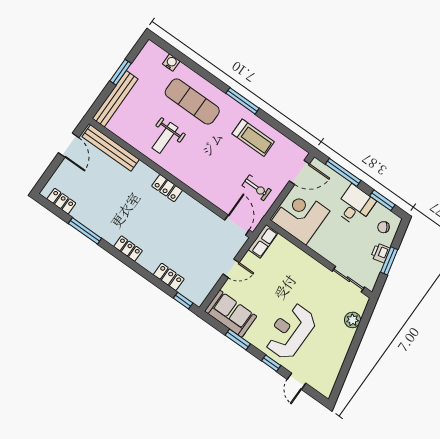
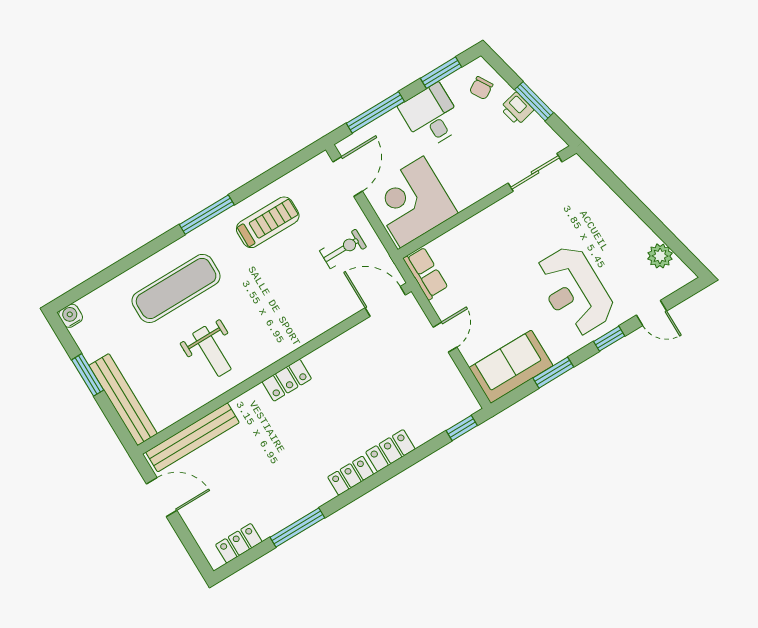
water cooler: (171, 63) -> (71, 316), moved
locker: (169, 277) -> (390, 451), moved
plant: (353, 320) -> (660, 256), moved

